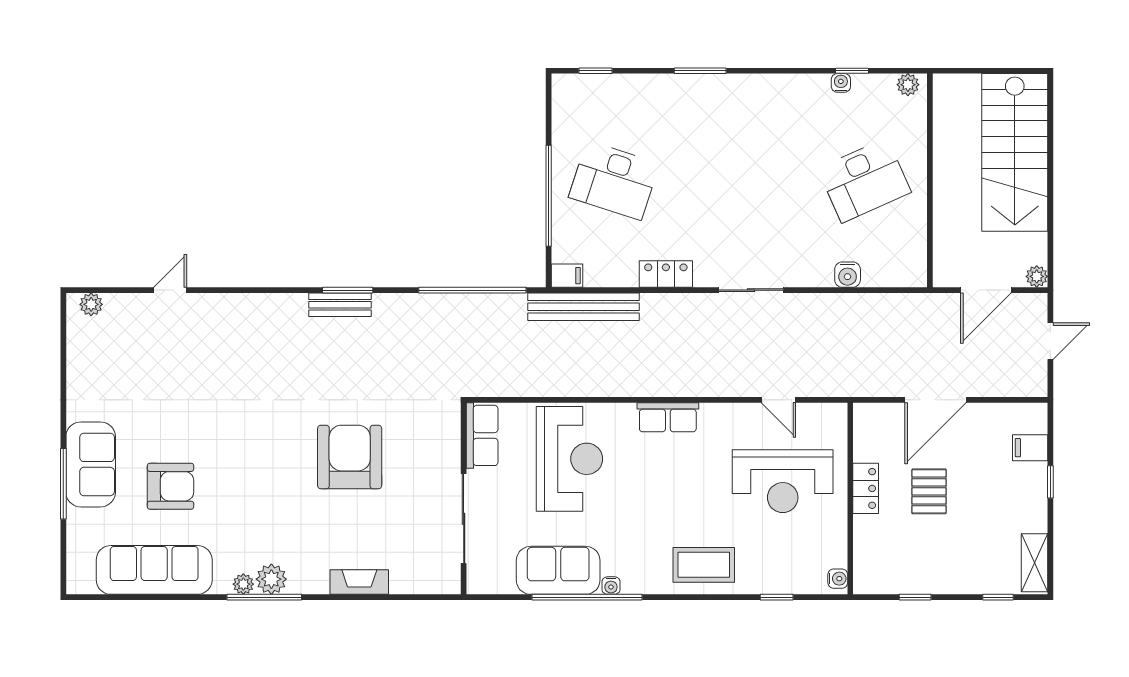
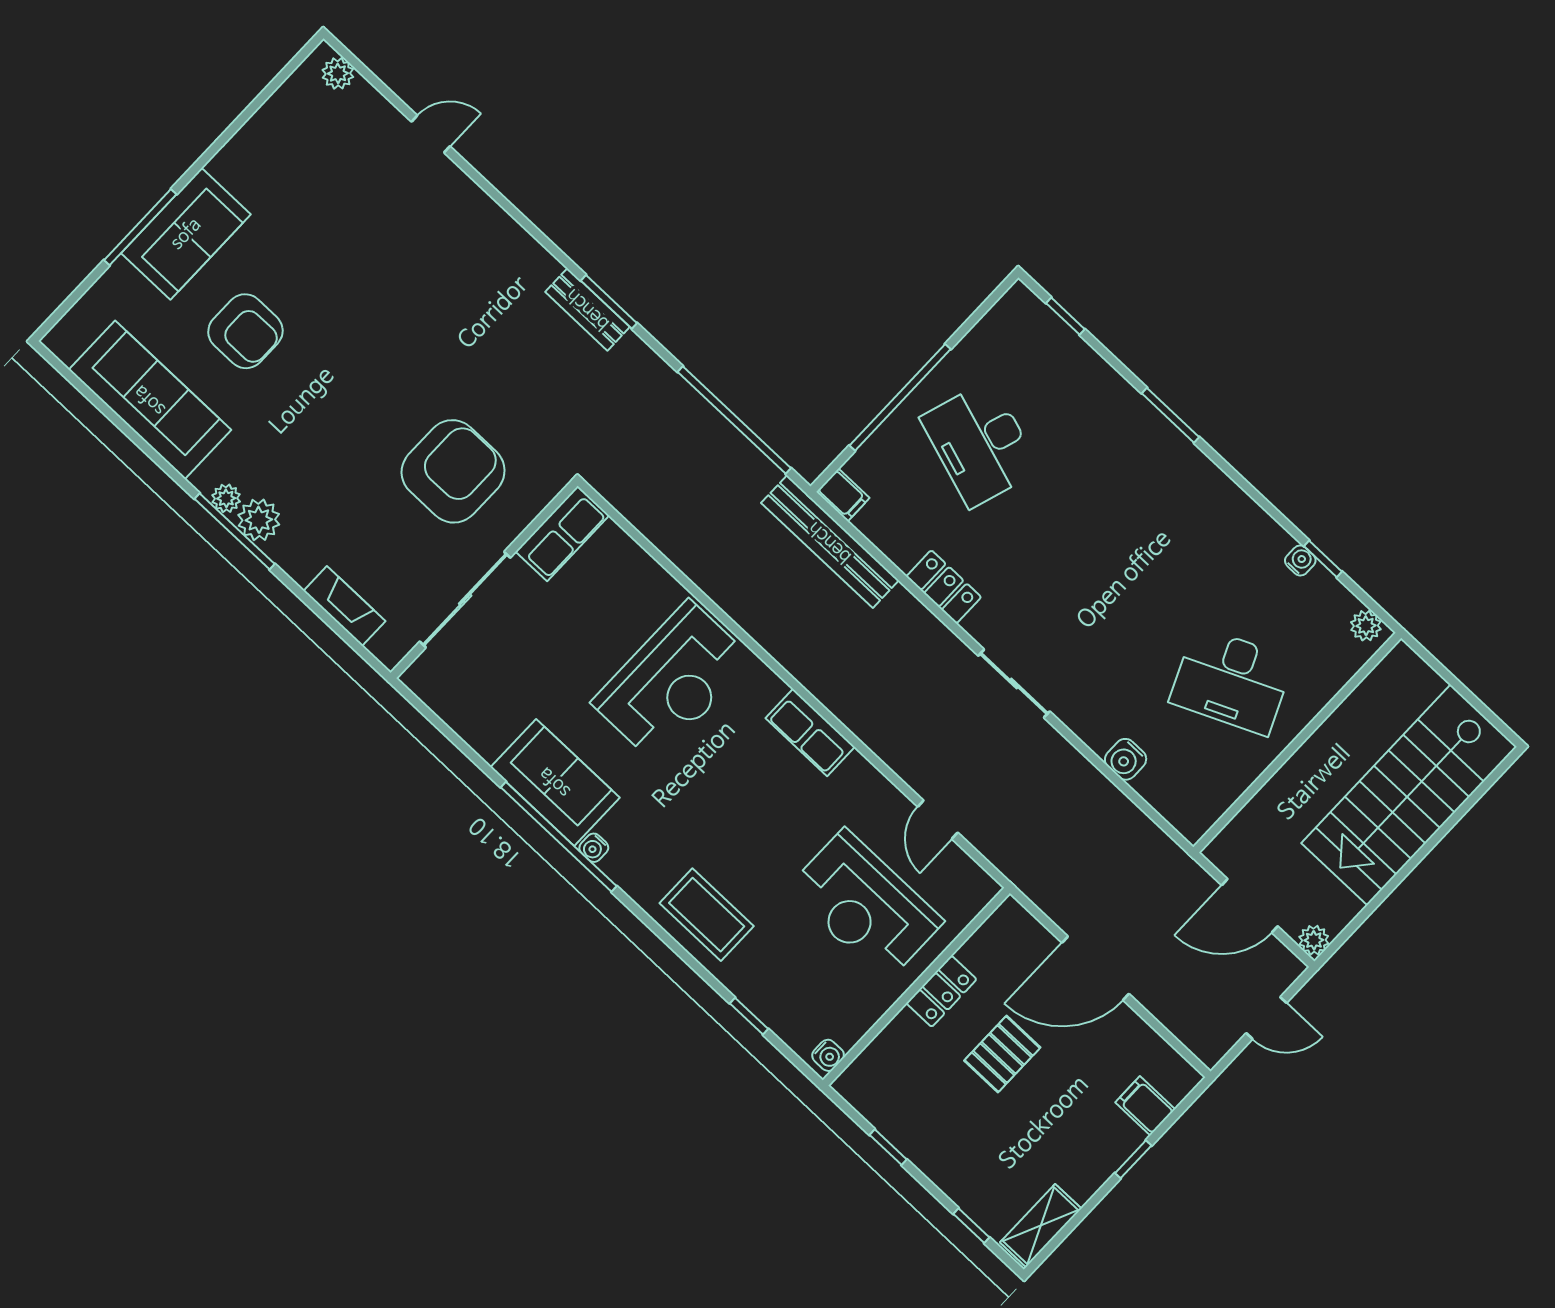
row of seats: (482, 435) -> (562, 534), moved
wall: (464, 499) -> (484, 579), moved
sliding door: (464, 519) -> (465, 600), moved

